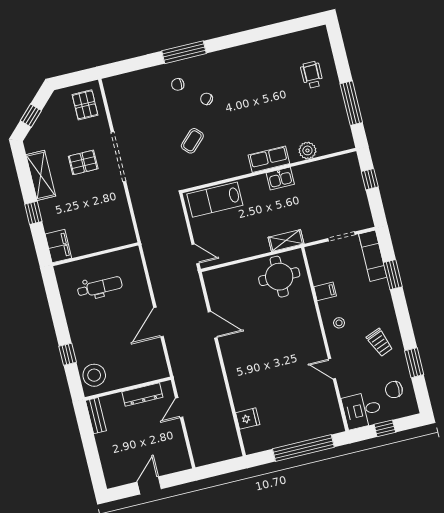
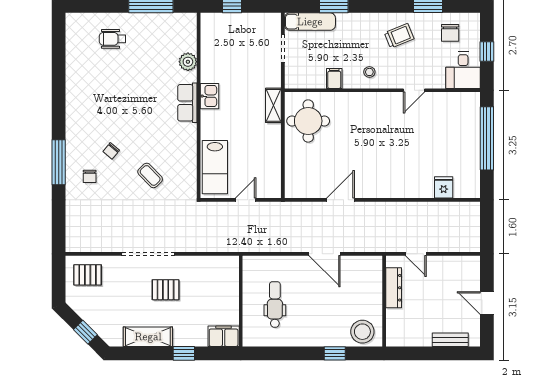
pallet: (83, 162) -> (166, 290), moved, turned 90
door: (195, 254) -> (246, 200), moved
bench: (96, 416) -> (450, 340), moved

